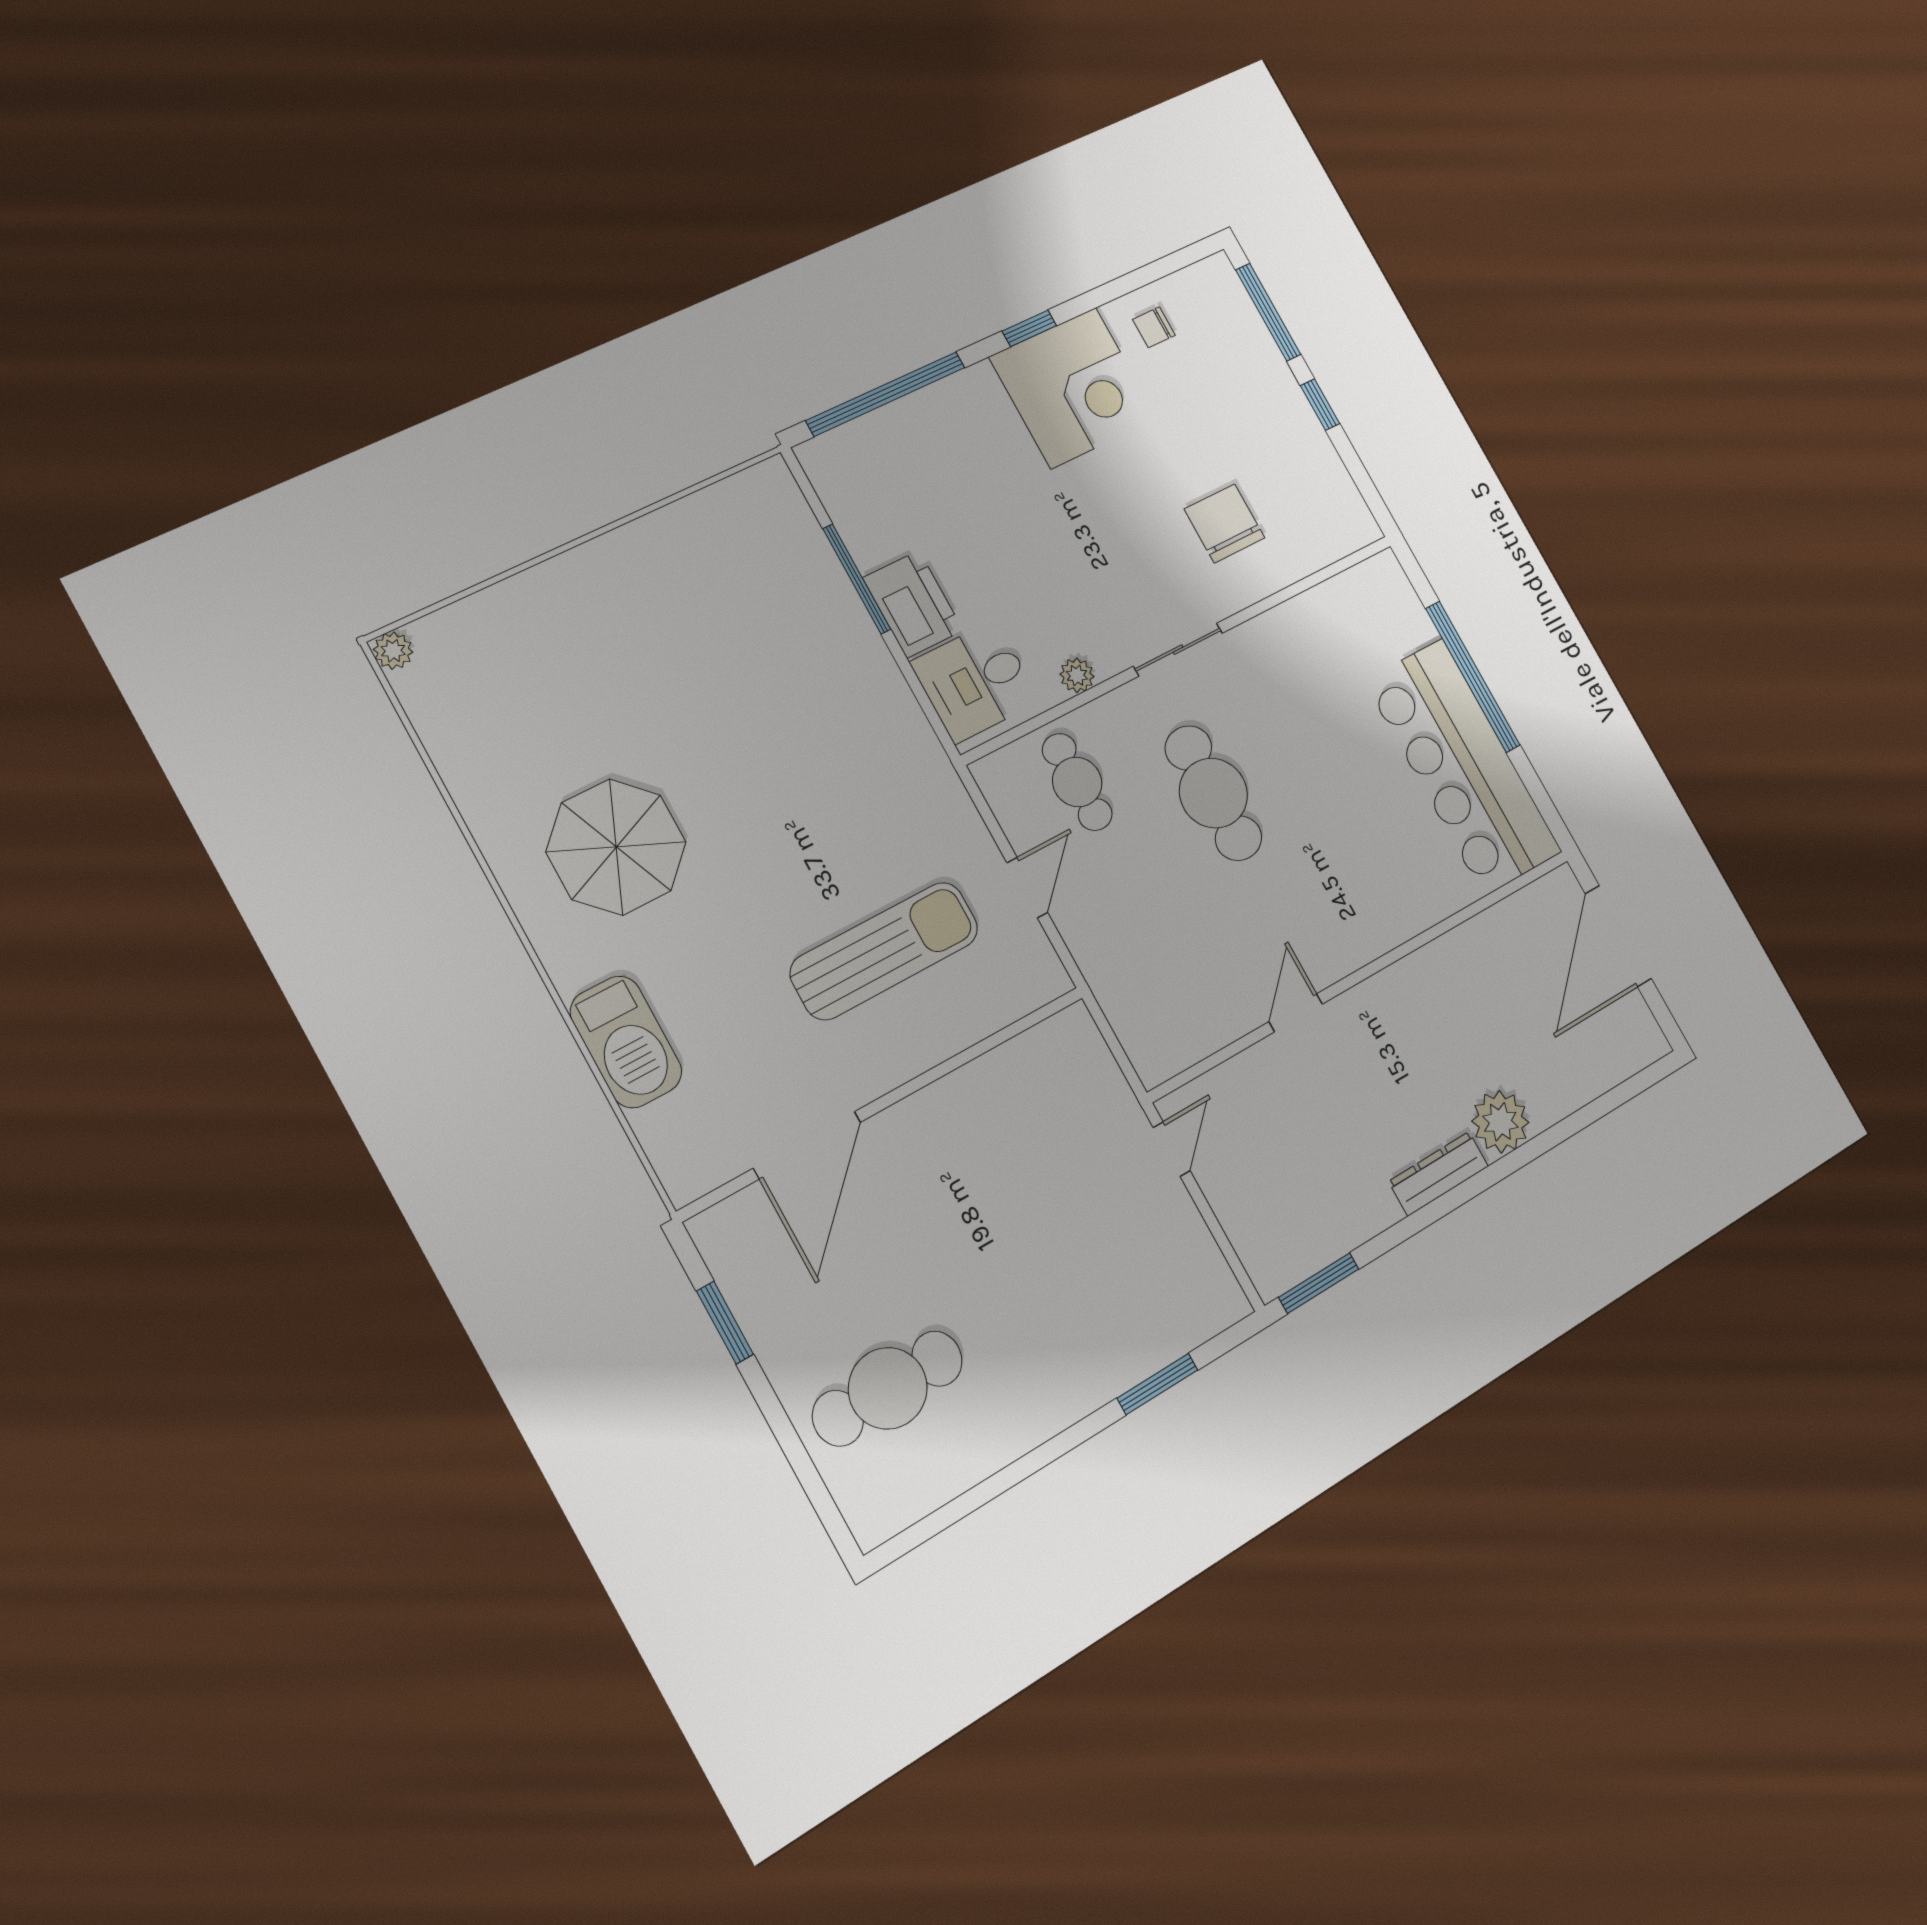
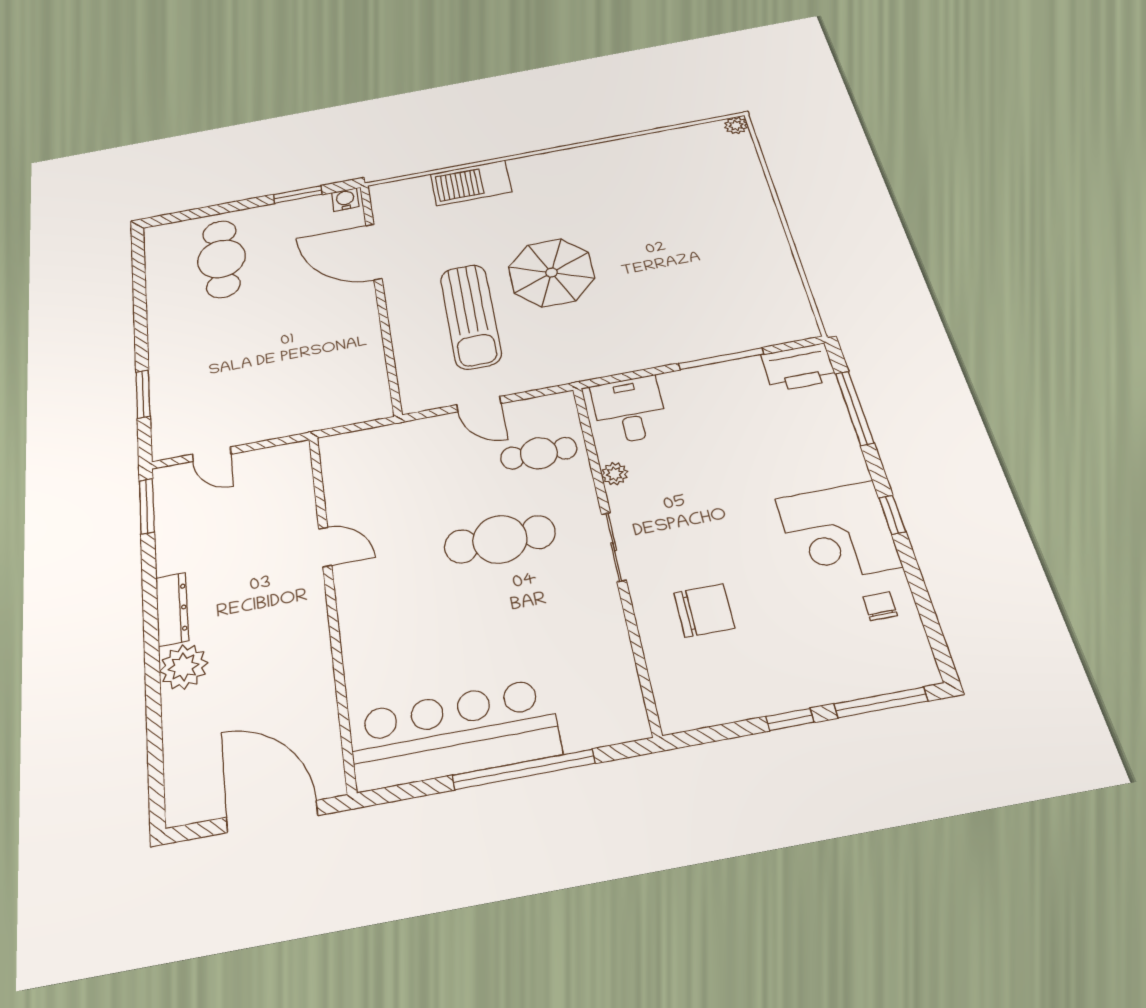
window: (886, 394) -> (854, 408), width x0.68
printer: (913, 604) -> (799, 367), moved
parasol: (616, 847) -> (551, 273), moved
door: (1172, 1149) -> (212, 454), moved
water cooler: (715, 1237) -> (345, 199), added

